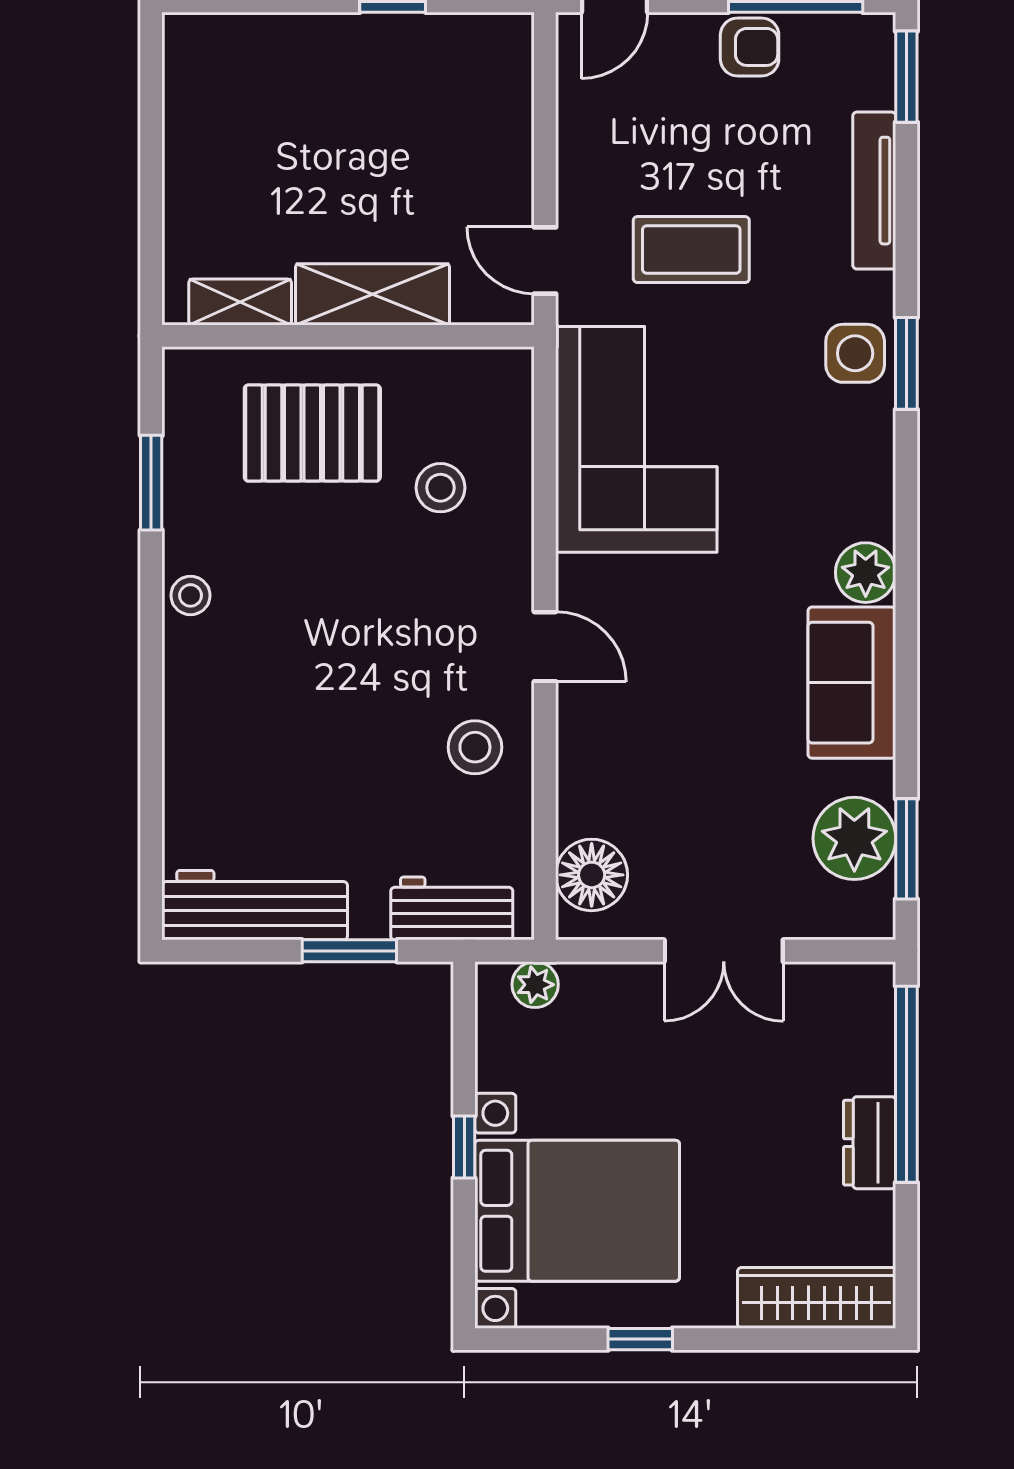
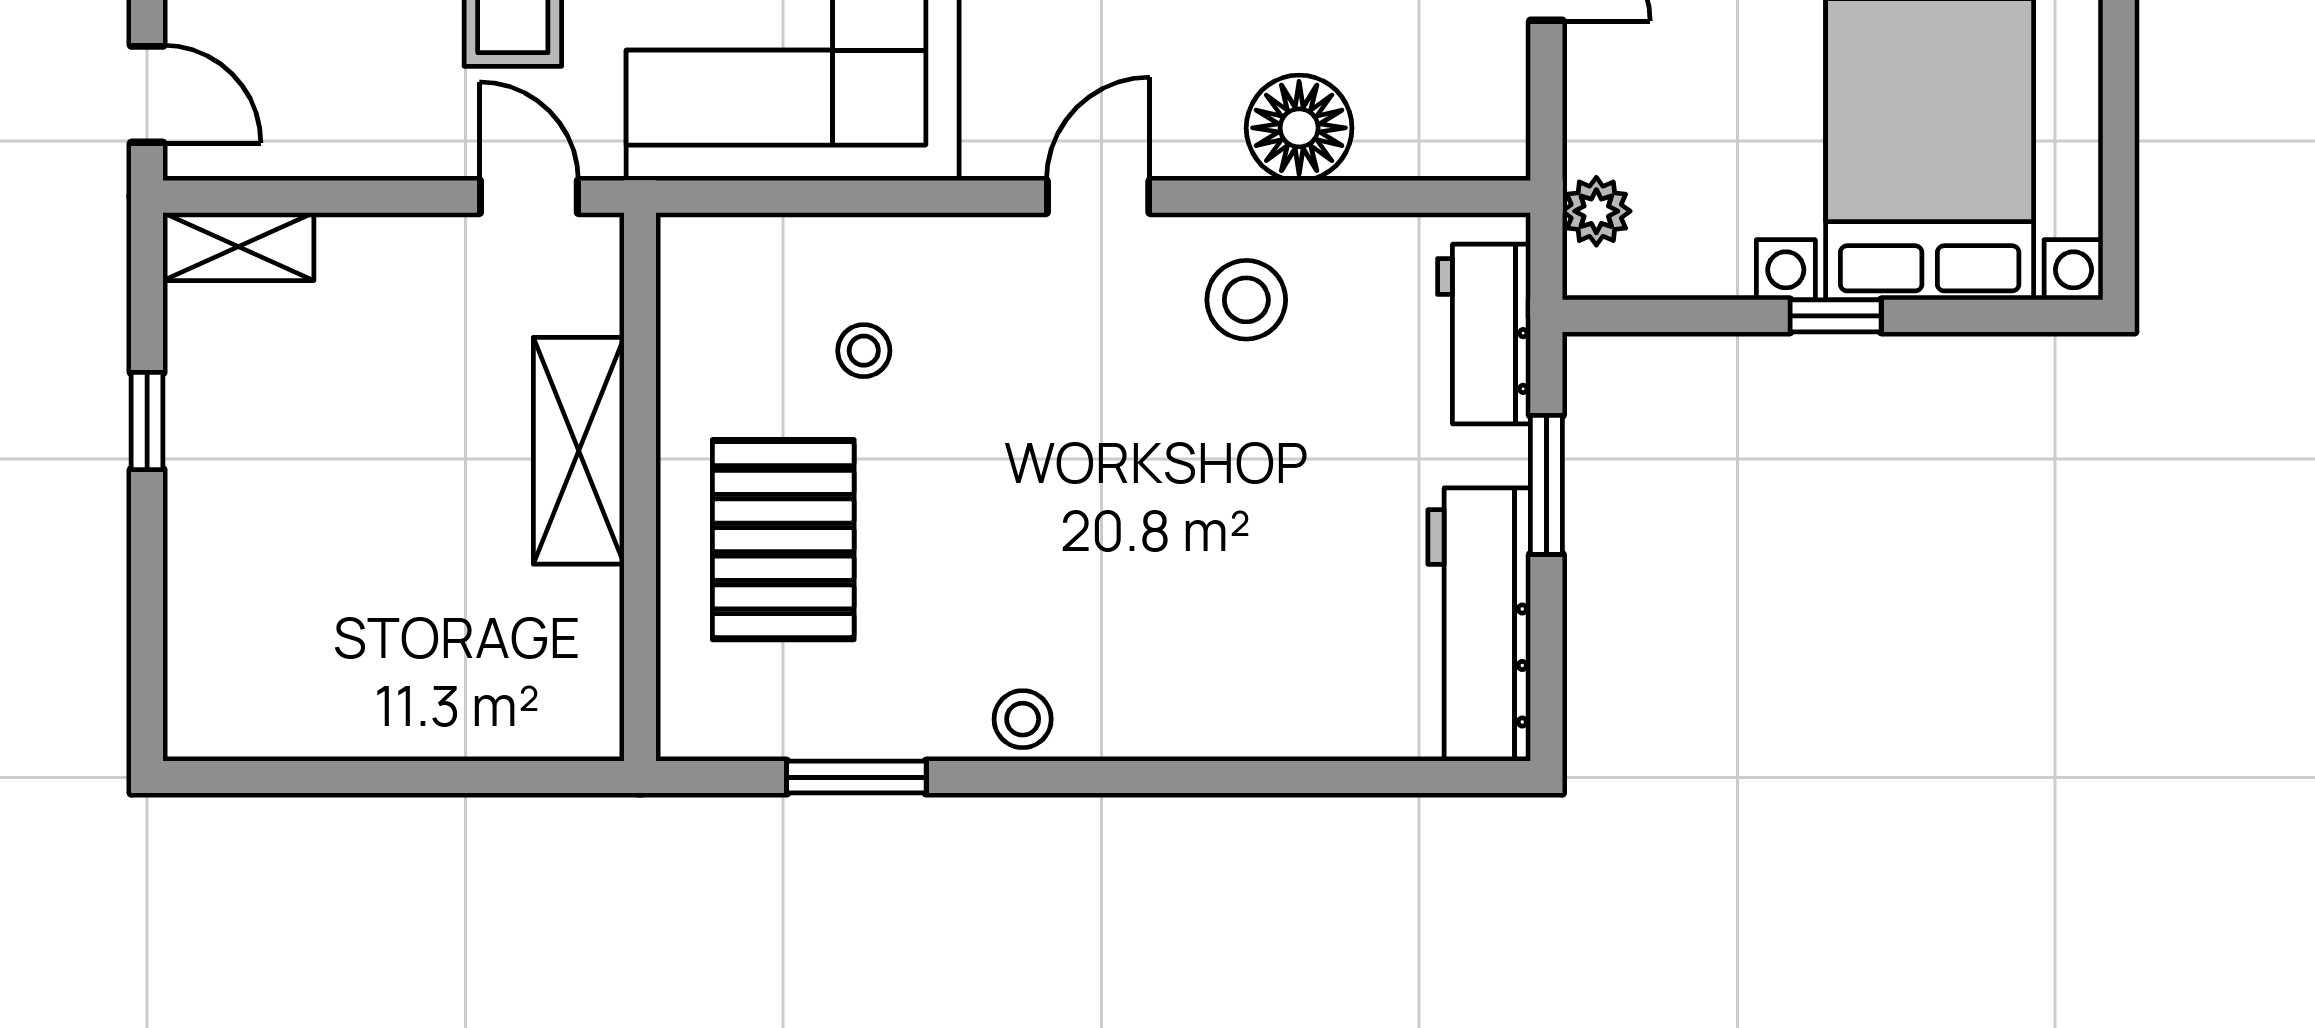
door: (545, 260) -> (529, 197), swing flipped
shelving: (240, 302) -> (238, 247), moved, turned 90
stool: (440, 488) -> (864, 351), width x0.73, depth x0.73
floor lamp: (592, 875) -> (1299, 128), moved
window: (640, 1339) -> (2119, 56), removed

